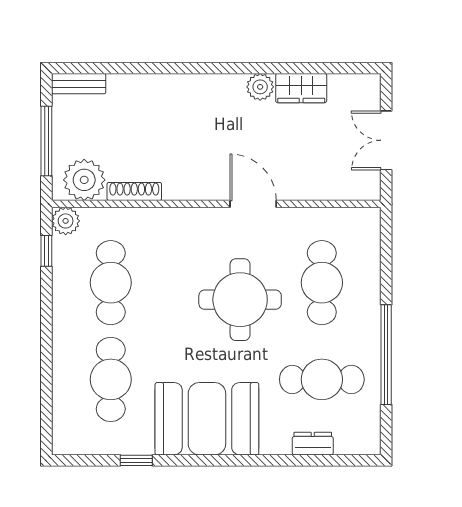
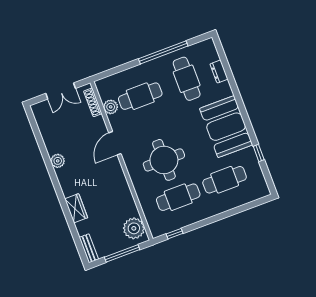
wardrobe: (301, 88) -> (76, 208), moved
shoe rack: (134, 191) -> (93, 102), moved
plant: (66, 221) -> (111, 107), moved
round table: (240, 300) -> (164, 160), moved

